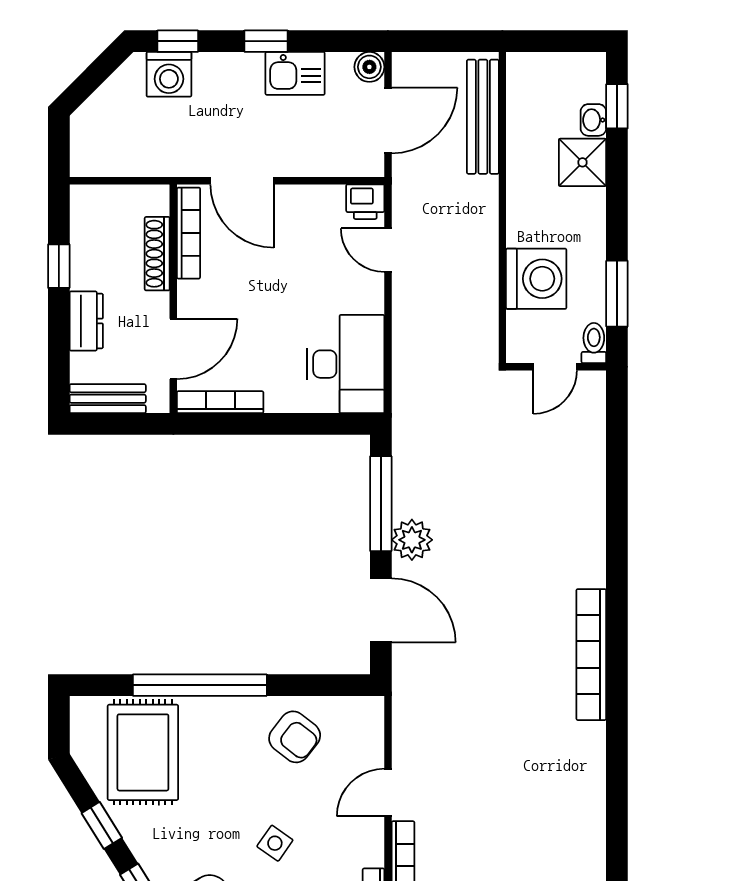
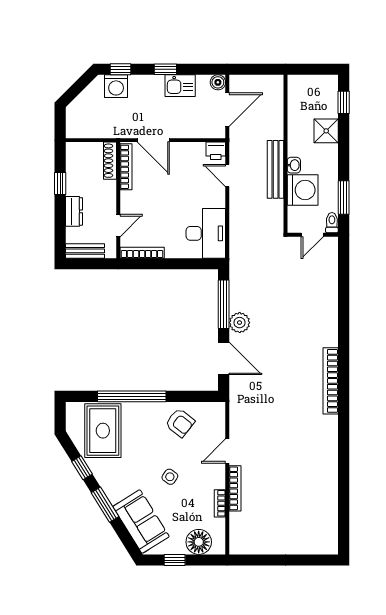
bench: (483, 117) -> (276, 169), moved
washbasin: (593, 120) -> (294, 165), moved, turned 180
shoe rack: (157, 254) -> (110, 161), moved
door: (173, 349) -> (118, 226), width x0.73

